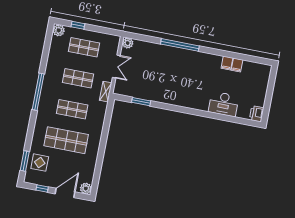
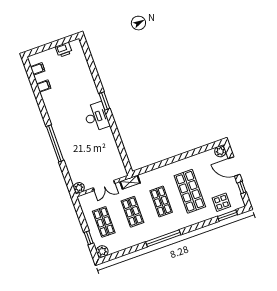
filing cabinet: (227, 63) -> (38, 69), moved
double door: (116, 67) -> (104, 186), swing flipped
window: (141, 102) -> (104, 101), moved
desk: (224, 104) -> (96, 117), moved
printer: (257, 114) -> (64, 50), moved

